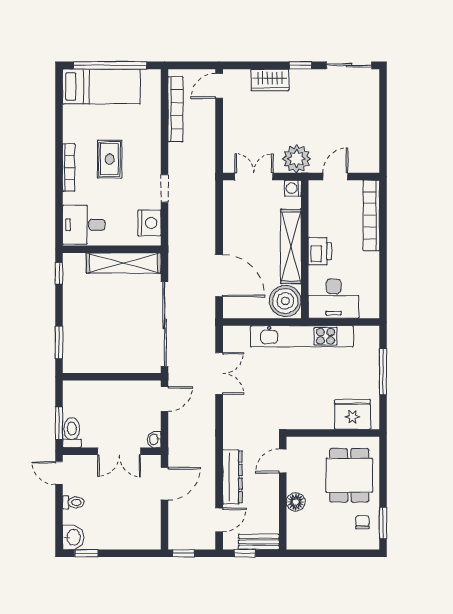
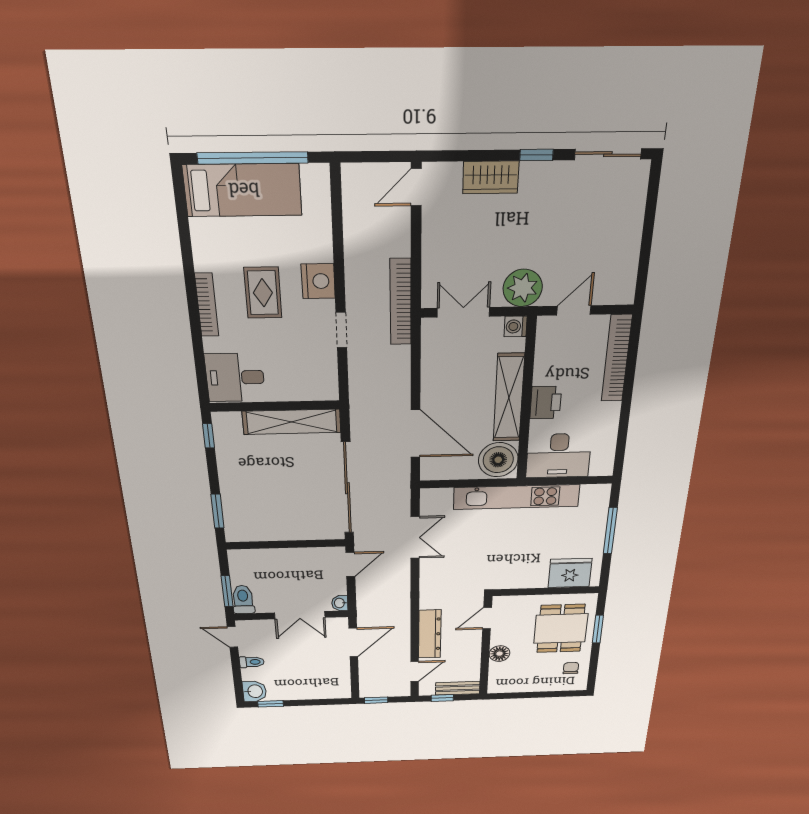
bookcase: (176, 109) -> (401, 302), moved, turned 180
nightstand: (149, 223) -> (318, 281), moved
window: (383, 523) -> (598, 629), moved

